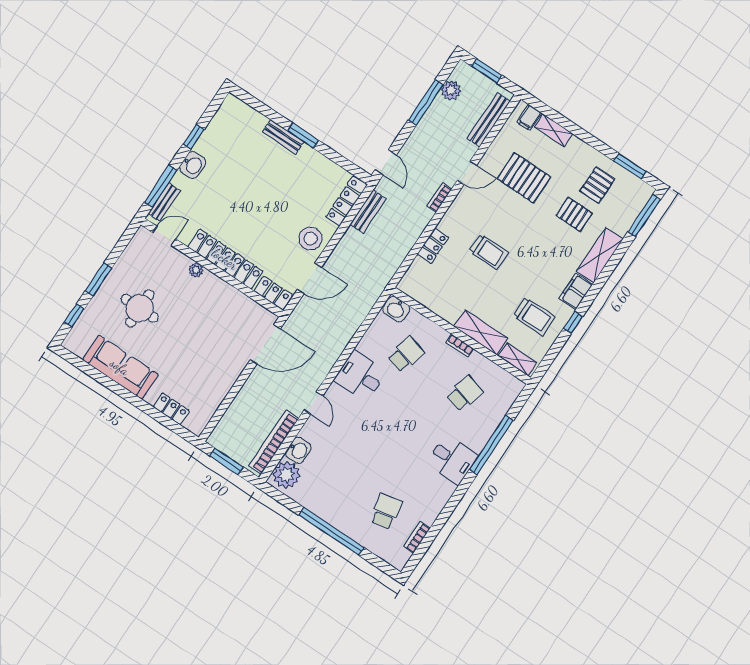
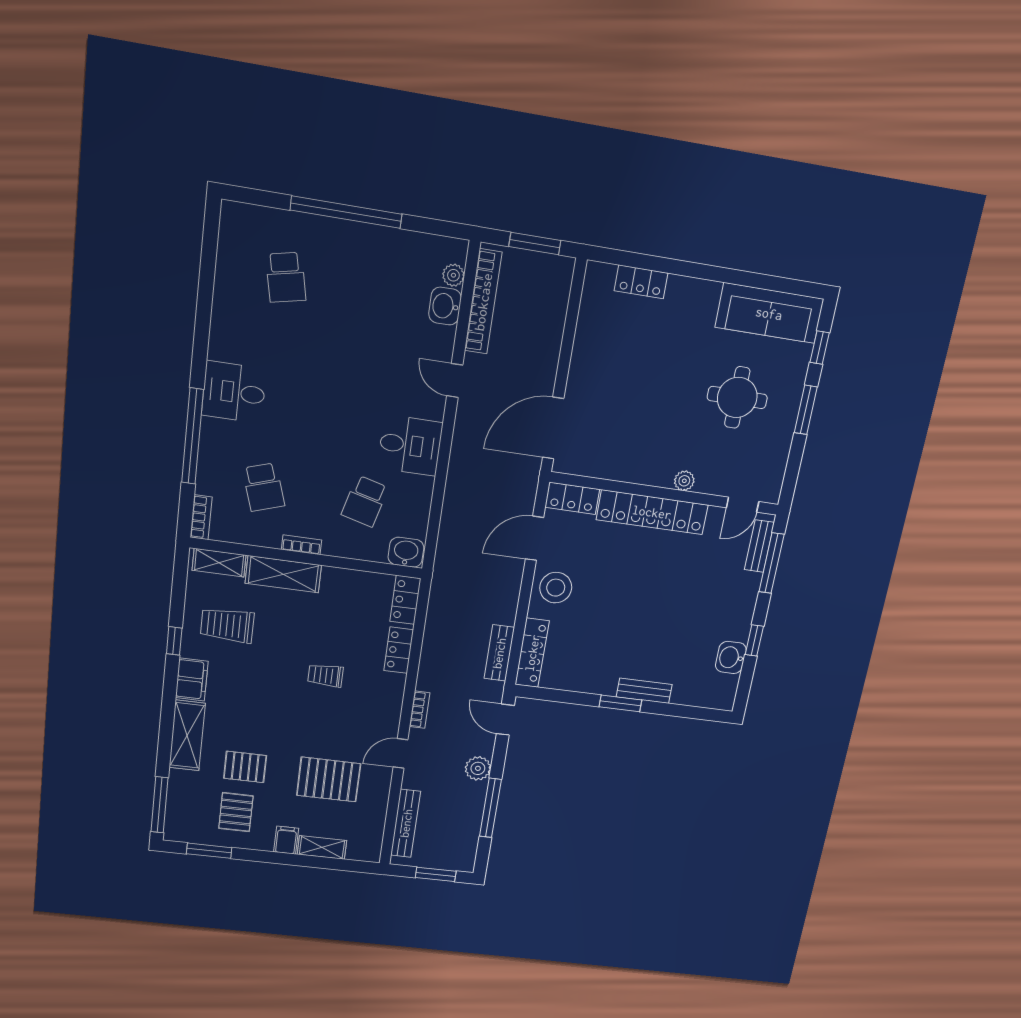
plant: (451, 90) -> (478, 768), moved
filing cabinet: (529, 118) -> (286, 840), moved
washbasin: (193, 165) -> (731, 657), moved
trolley: (489, 252) -> (325, 675), width x0.73, depth x0.72
locker: (412, 278) -> (405, 600), added
sofa: (120, 367) -> (769, 313), moved
school desk: (465, 393) -> (263, 487), turned -33
plant: (286, 475) -> (453, 275), width x0.53, depth x0.53
bookcase: (417, 537) -> (201, 517), moved

